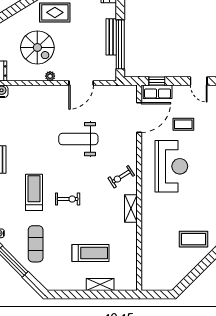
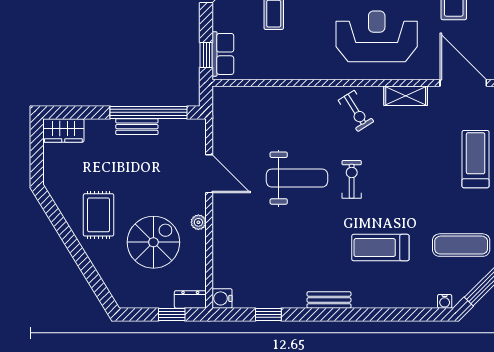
bench: (111, 37) -> (137, 127), width x0.73
door: (139, 118) -> (463, 83), moved
weight bench: (78, 139) -> (297, 178), turned -90
reception desk: (171, 166) -> (377, 36), moved
exercise bike: (68, 199) -> (352, 179), moved

